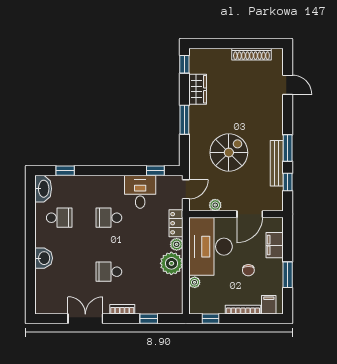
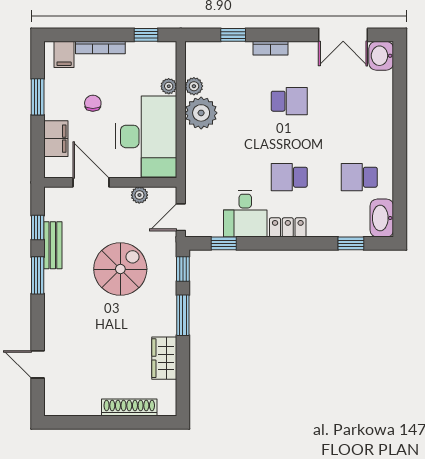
shoe rack: (251, 54) -> (129, 408), moved
window: (184, 64) -> (183, 269), moved
spiral stairs: (229, 153) -> (120, 269), turned 180
bench: (277, 163) -> (53, 245), width x0.73
door: (250, 214) -> (91, 182), hinge flipped
school desk: (109, 218) -> (289, 177), turned 180
locker: (176, 223) -> (288, 227), moved, turned -90
plant: (177, 244) -> (194, 86), moved
washbasin: (44, 258) -> (381, 56), moved
double door: (85, 319) -> (343, 35), moved

